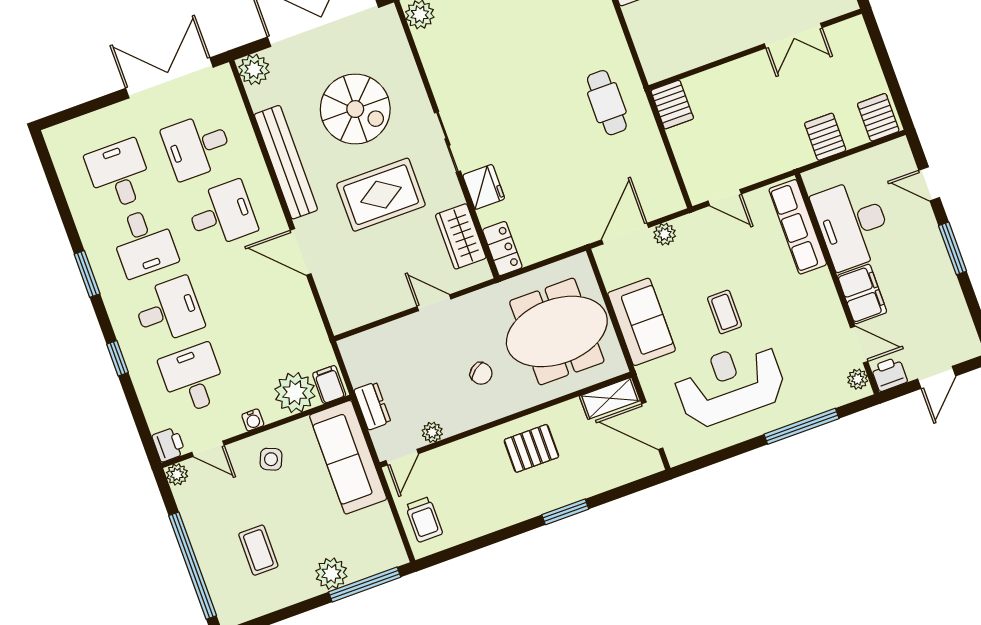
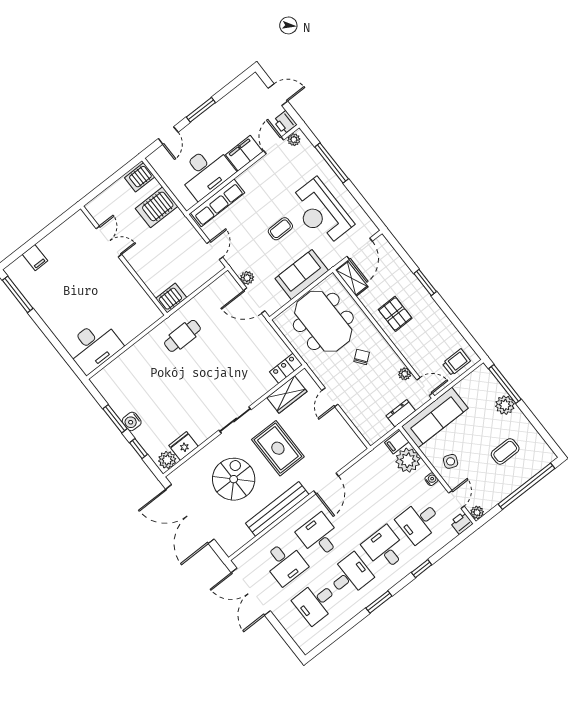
plant: (254, 69) -> (230, 545), removed
server rack: (825, 137) -> (157, 207), width x1.36, depth x1.44
fridge: (484, 187) -> (183, 446), moved

